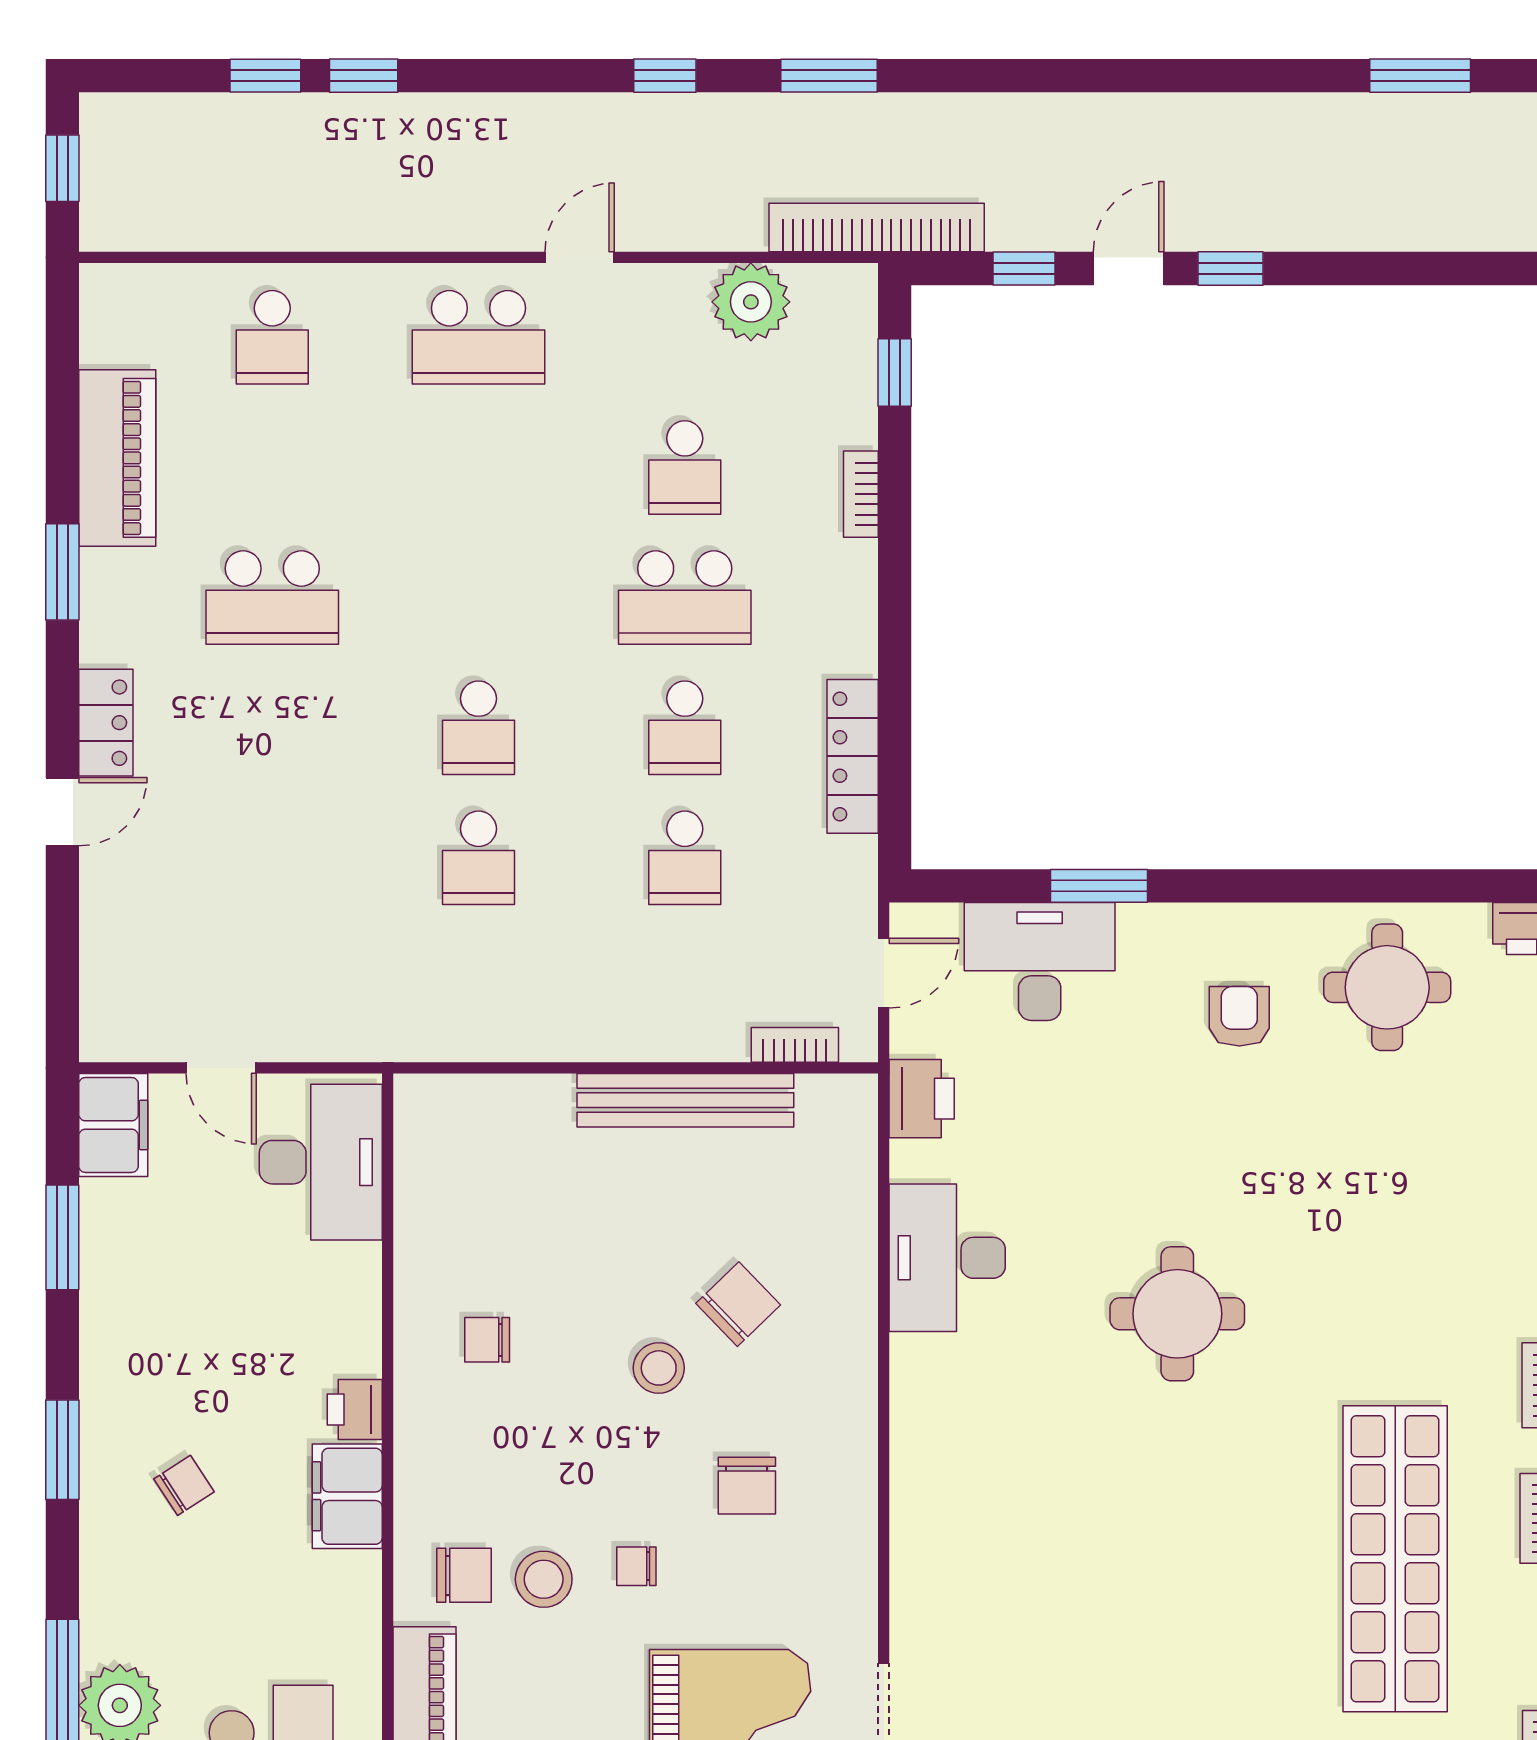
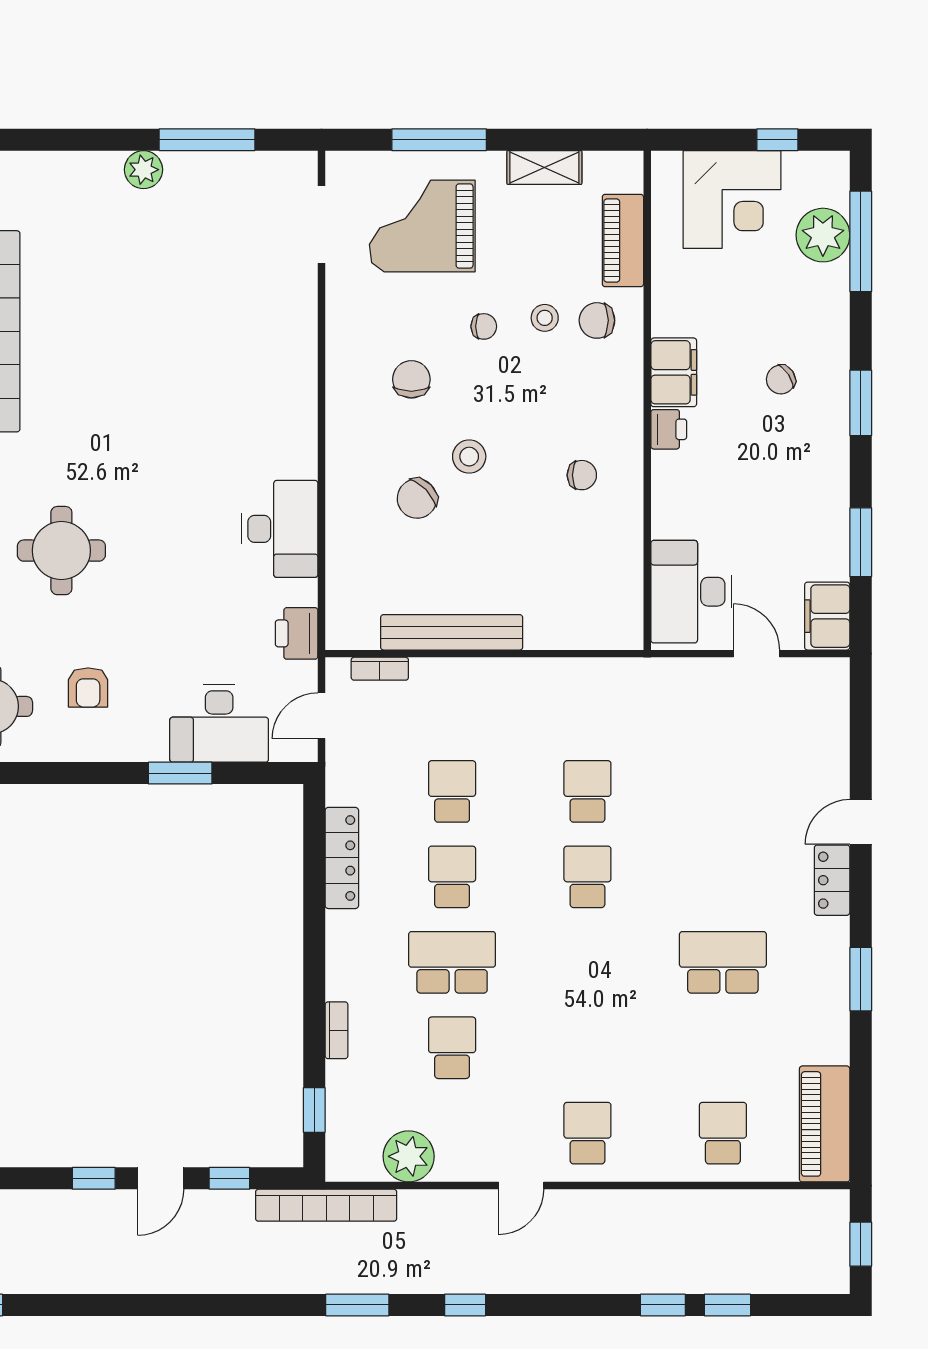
school desk: (479, 337) -> (587, 1133), width x0.54
piano: (117, 458) -> (825, 1124), moved
round table: (1177, 1314) -> (61, 551), moved
stool: (544, 1579) -> (545, 318), width x0.73, depth x0.73

